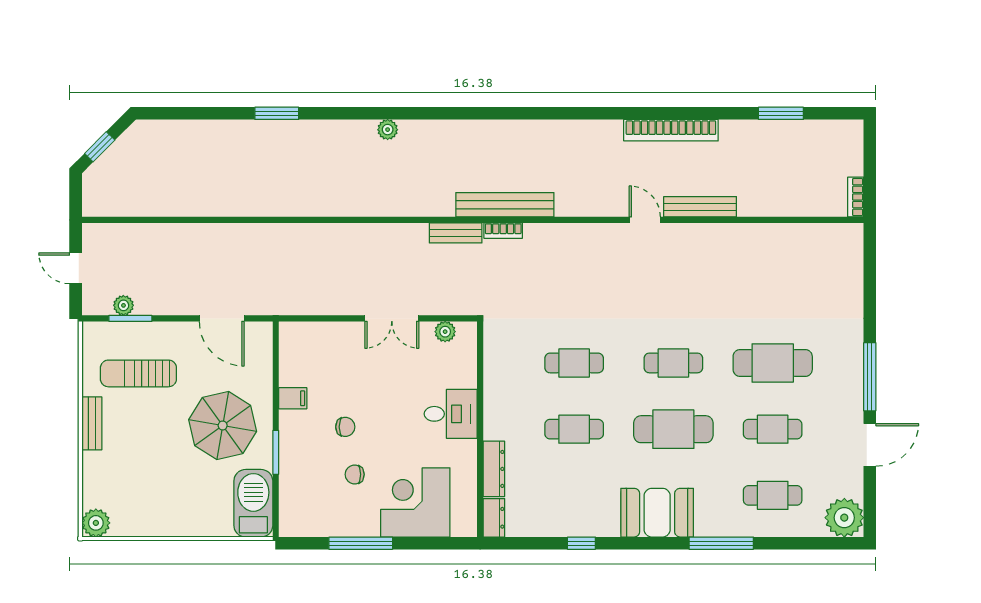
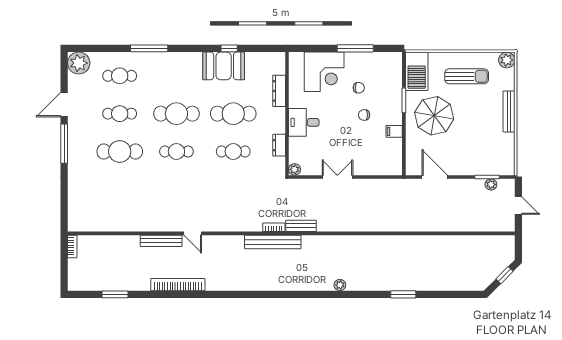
plant: (445, 332) -> (295, 169), moved
sun lounger: (138, 373) -> (467, 76), moved
bench: (92, 423) -> (509, 111), width x1.36
cafe table: (574, 429) -> (233, 114), width x1.37, depth x1.35
booth: (657, 513) -> (224, 66), moved
dresser: (494, 518) -> (279, 145), moved

